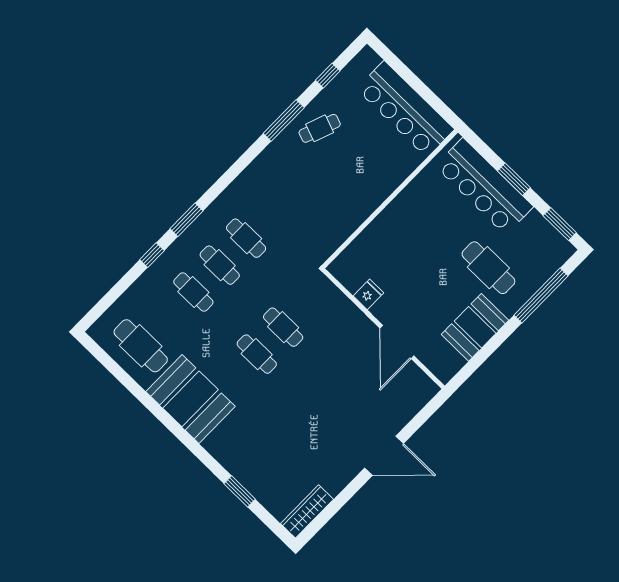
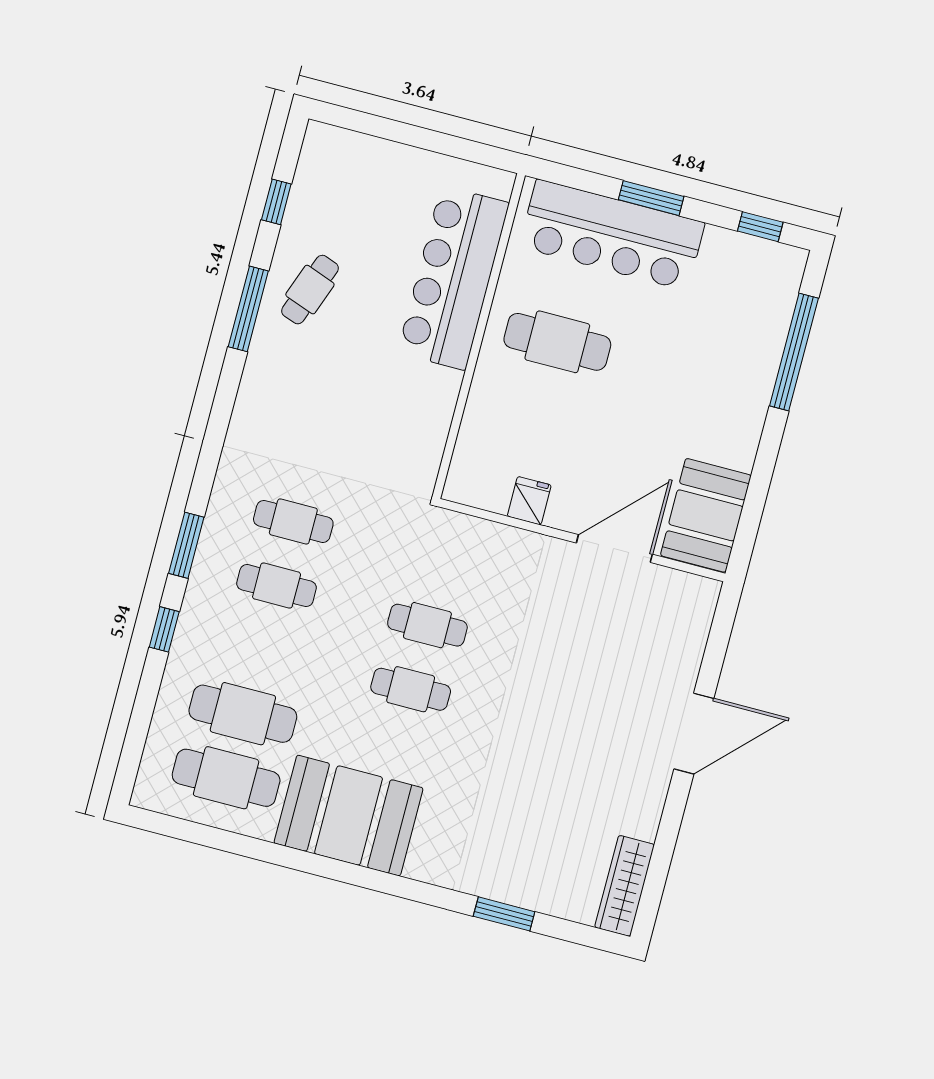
bar counter: (405, 109) -> (453, 278), moved, turned 90
window: (560, 224) -> (760, 227), width x0.67
cafe table: (488, 268) -> (557, 342), moved
cafe table: (193, 292) -> (243, 714), moved, width x1.37, depth x1.35
booth: (475, 327) -> (706, 515), moved
door: (397, 342) -> (614, 549), swing flipped

